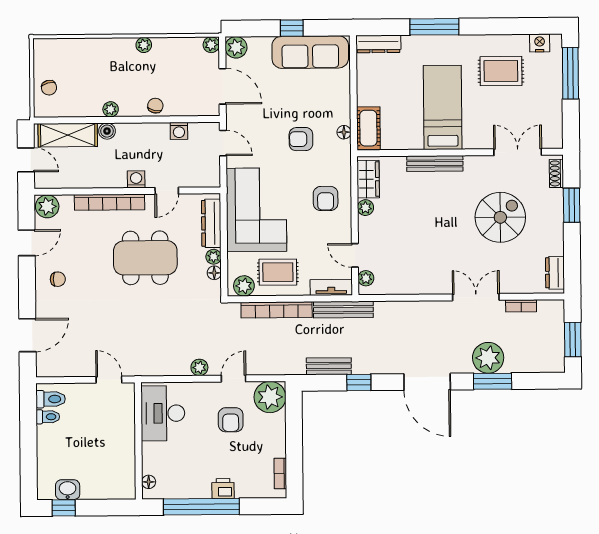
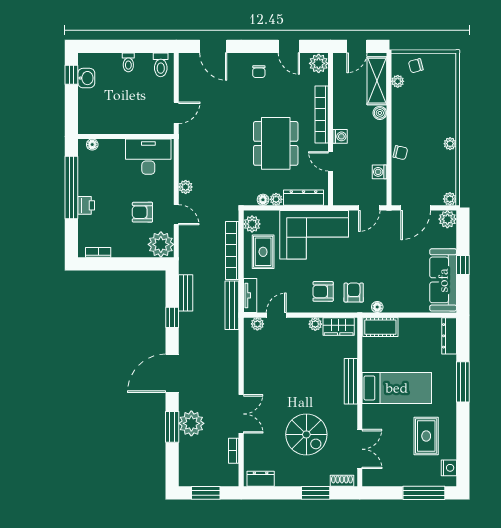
plant: (111, 109) -> (398, 81), moved
armchair: (301, 139) -> (354, 293), moved
toilet: (48, 417) -> (128, 62), moved

